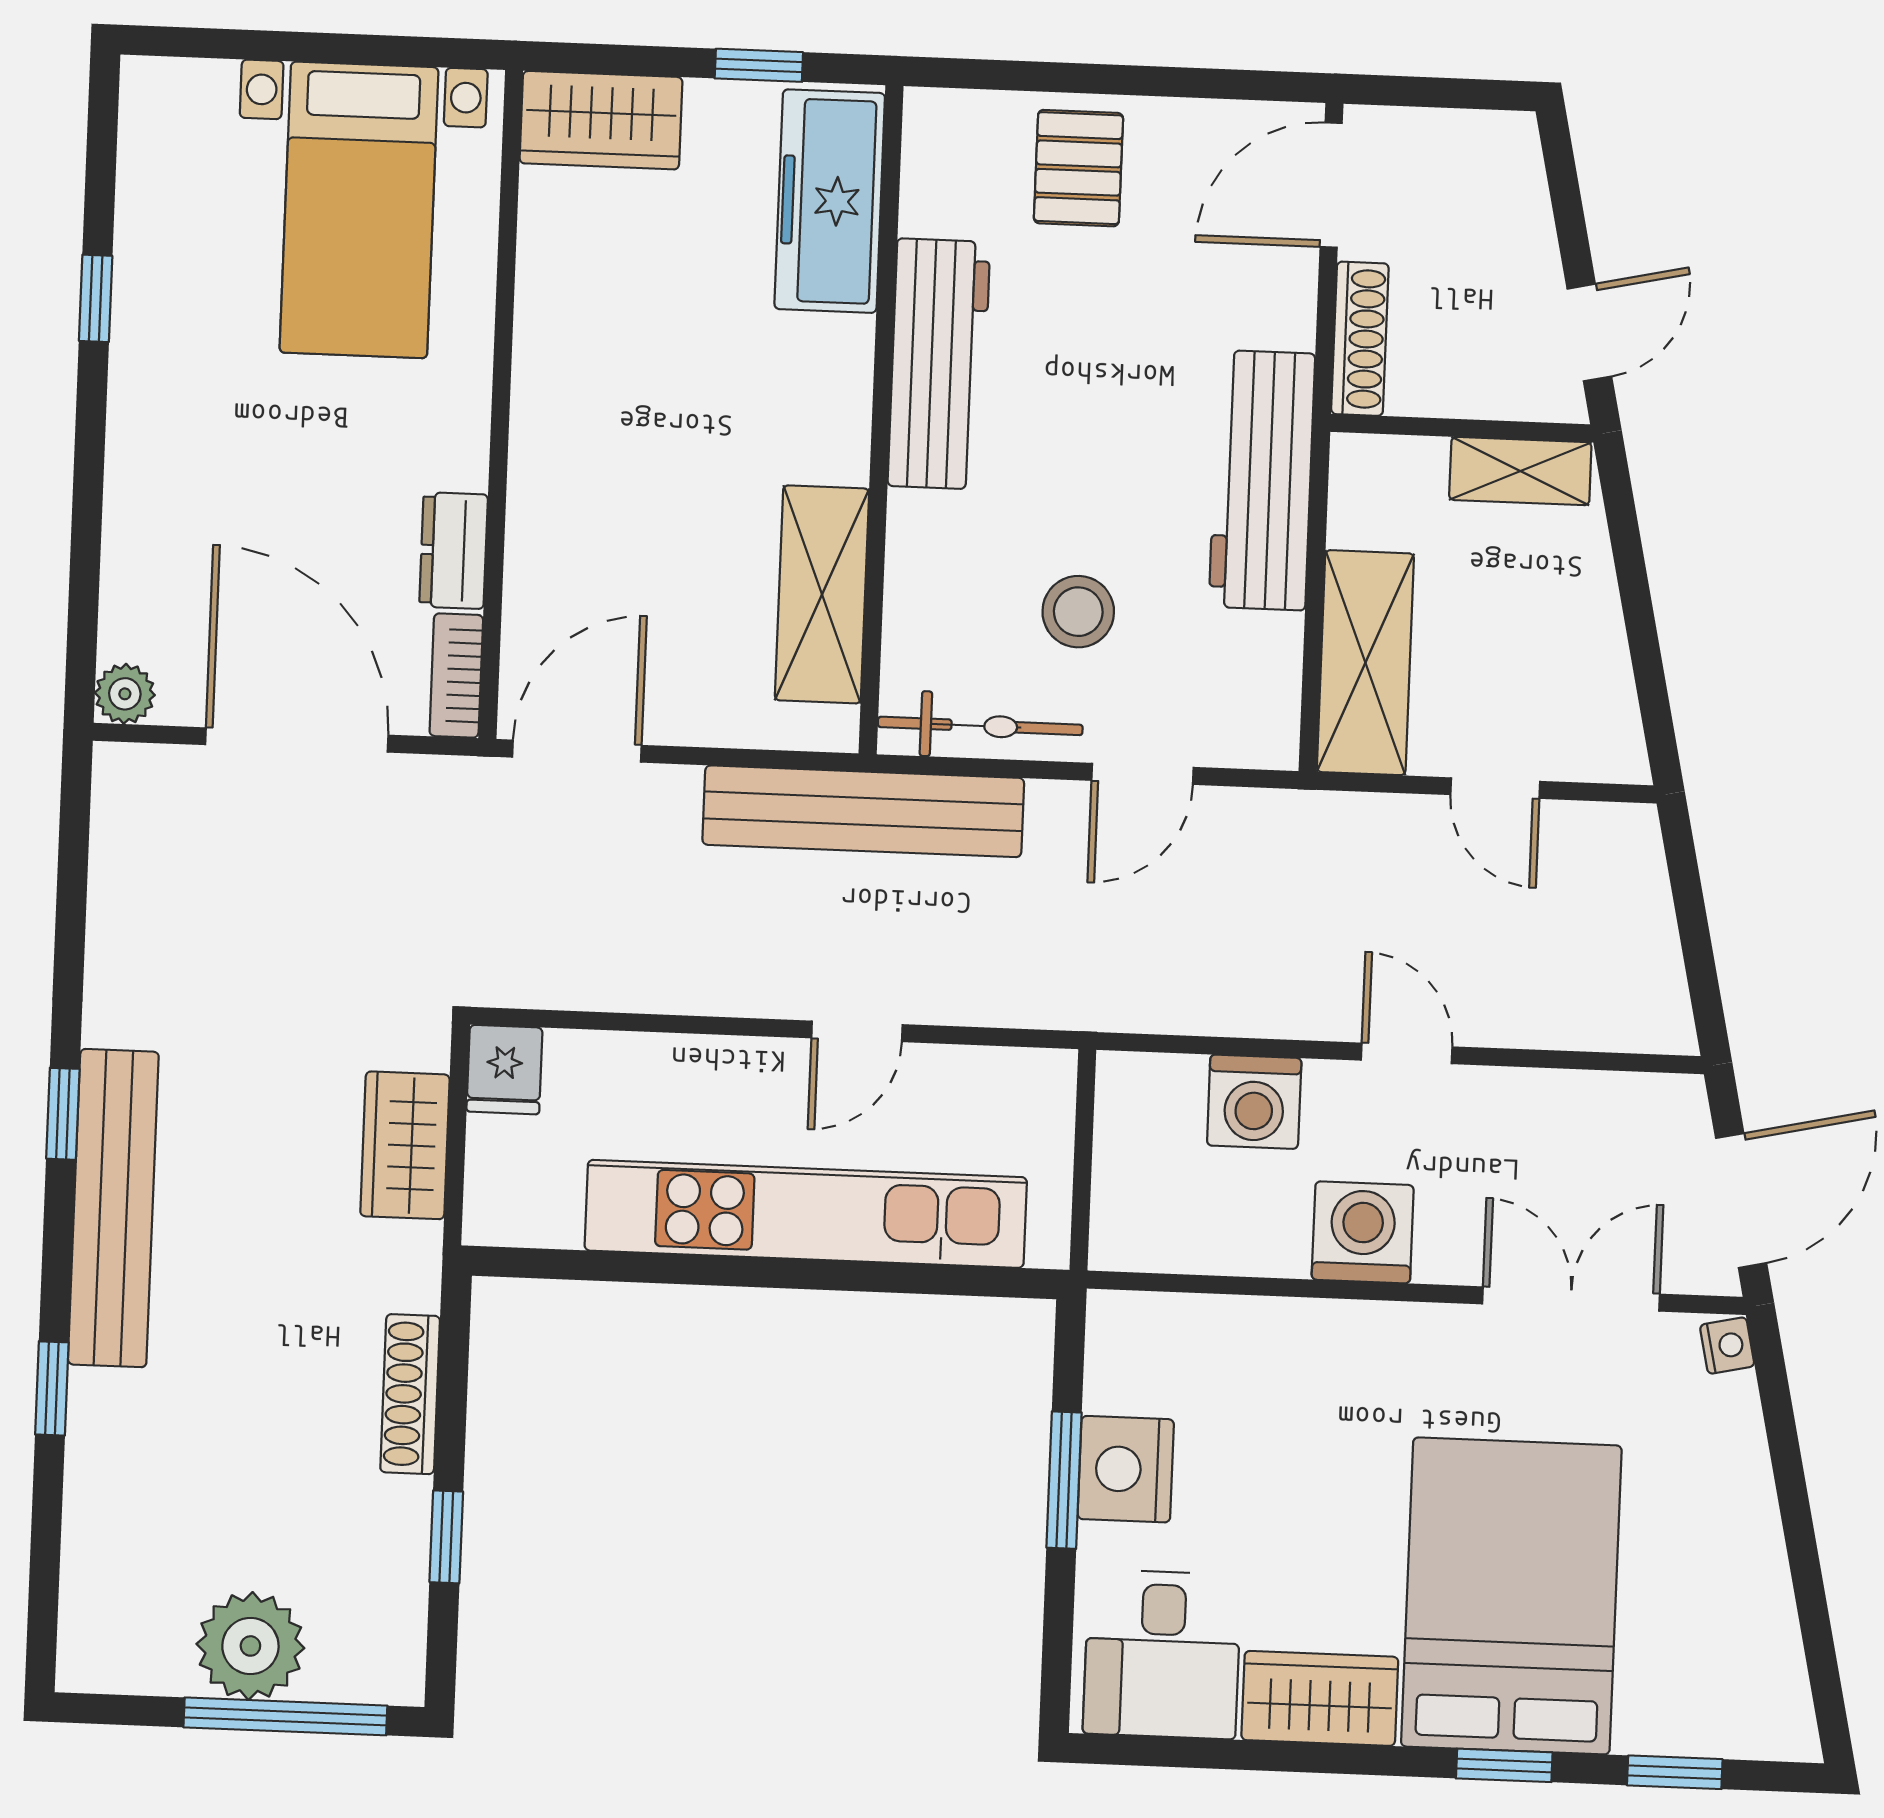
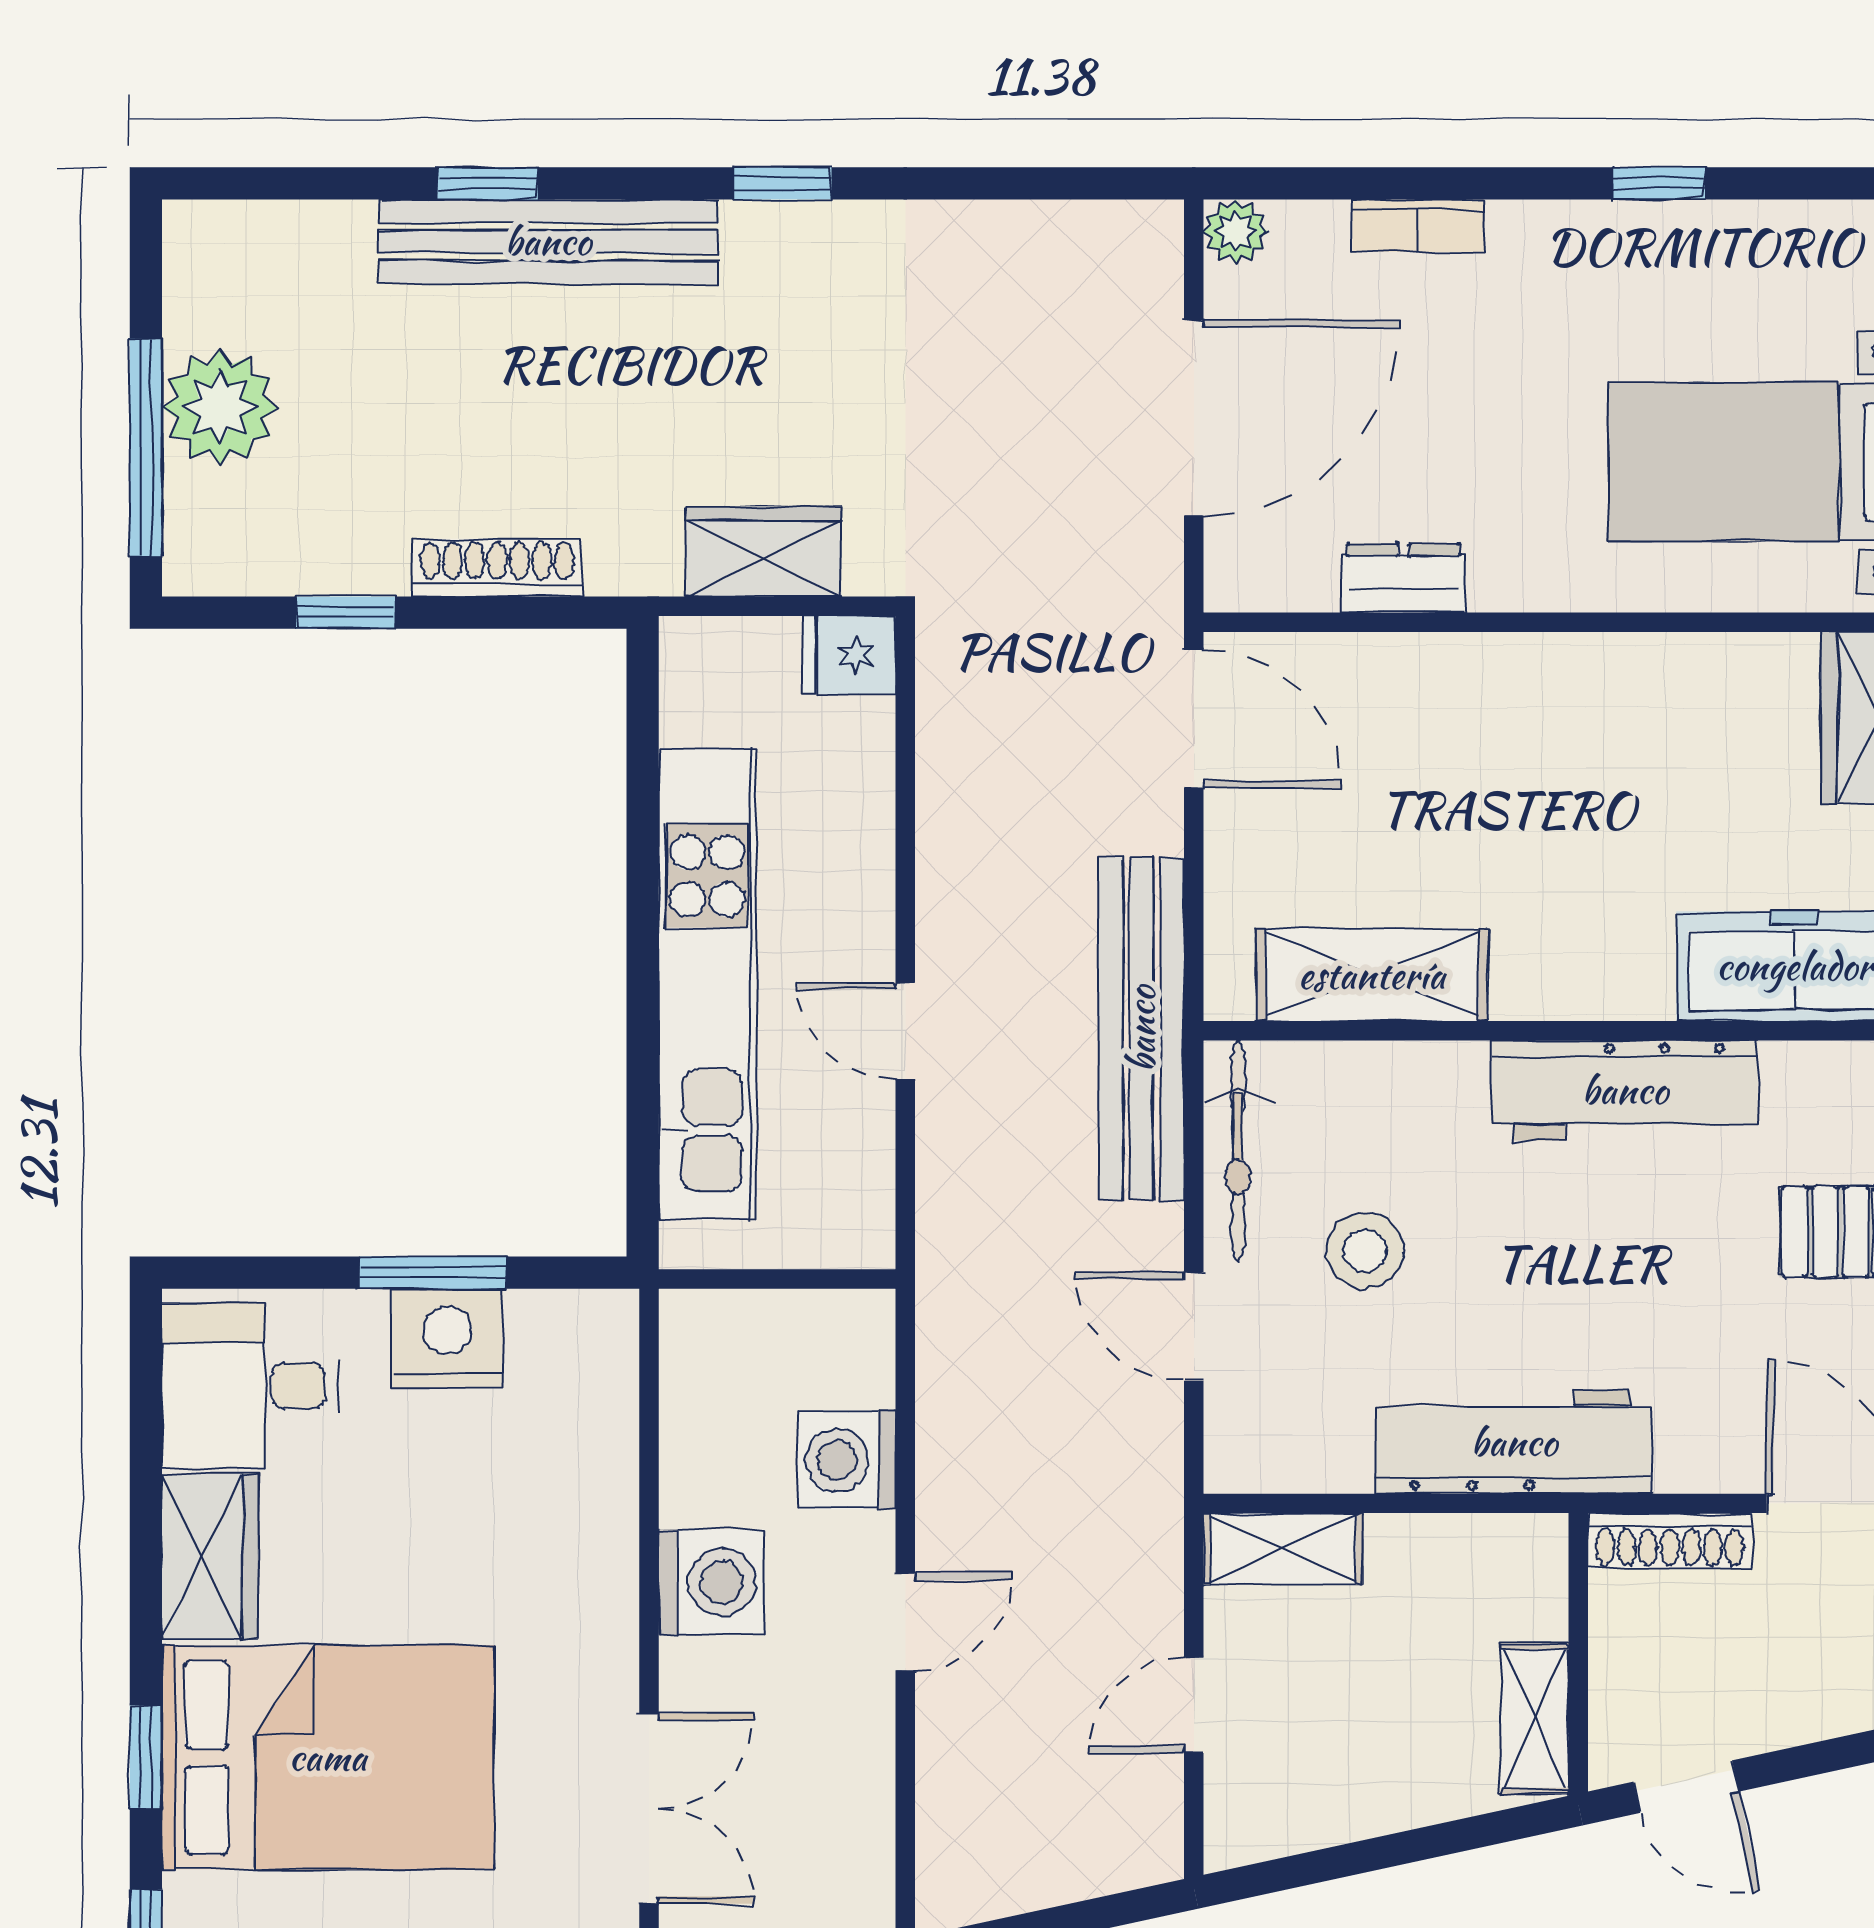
shelving: (1365, 663) -> (1283, 1549), width x0.67, depth x0.75
bookcase: (456, 675) -> (1418, 226), moved, turned 180
bench: (113, 1208) -> (548, 241), moved

